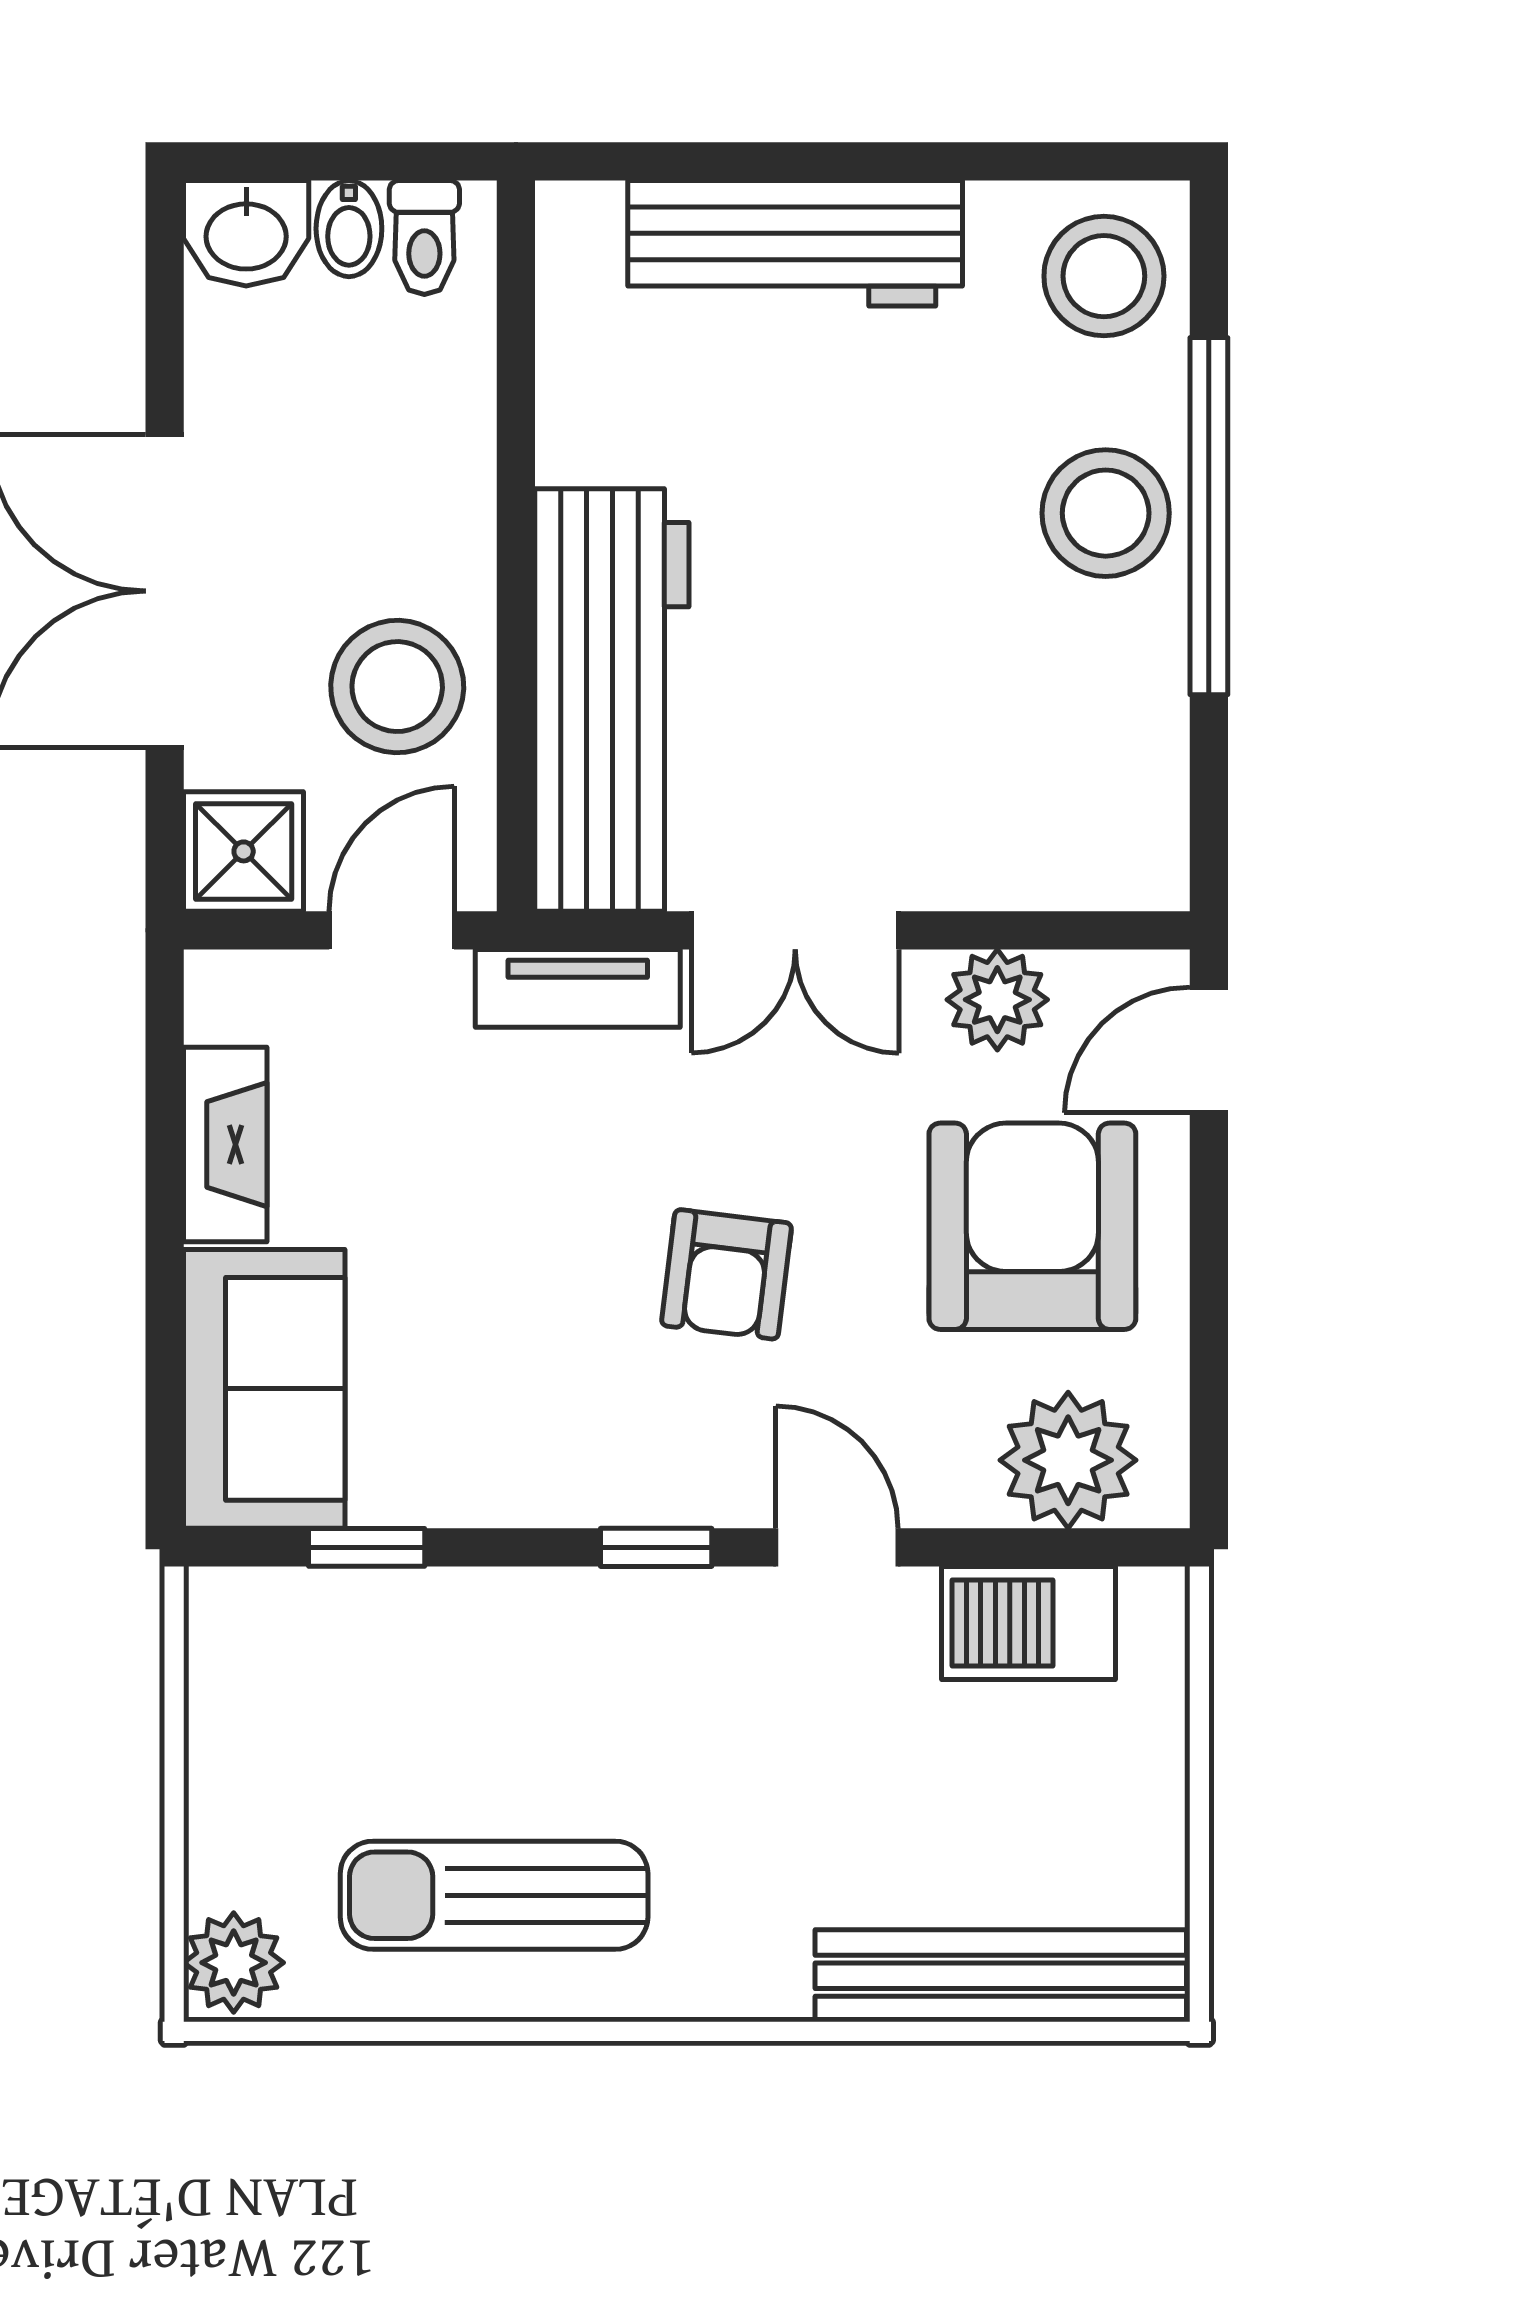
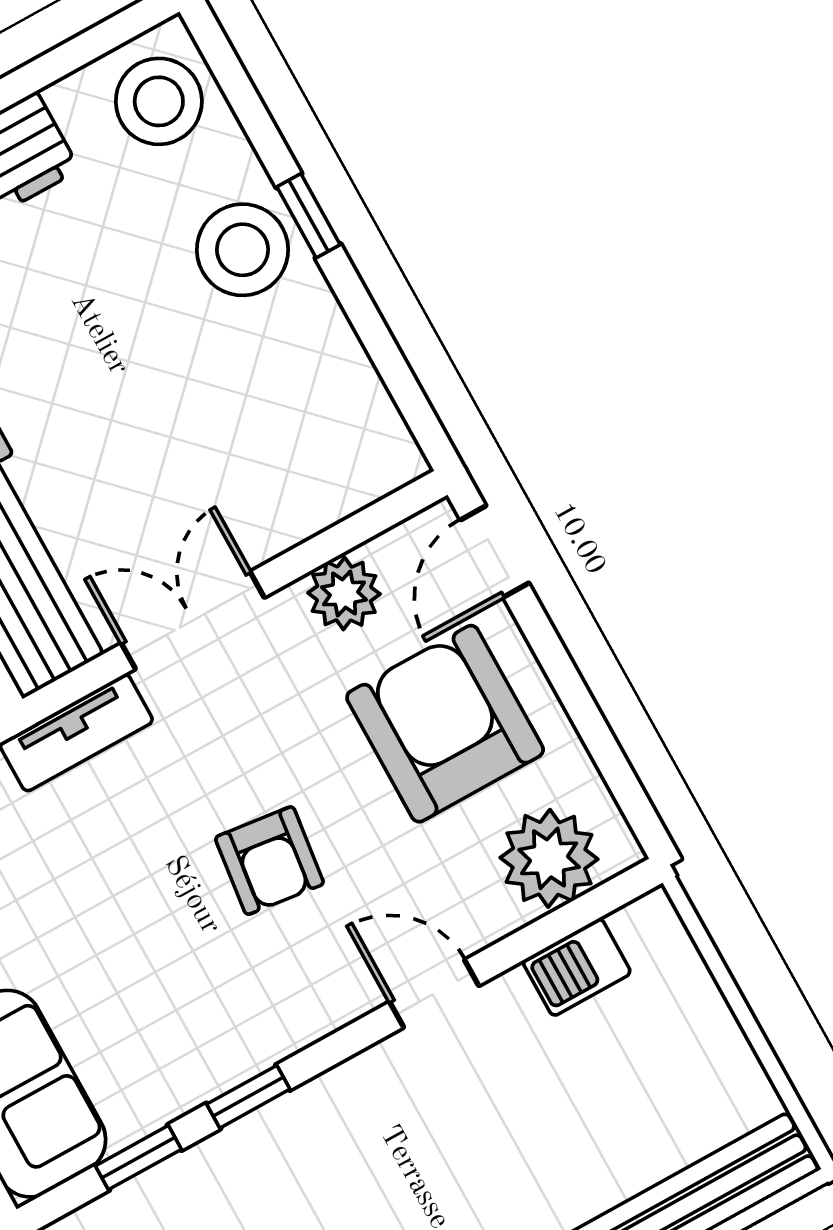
window: (1209, 516) -> (309, 216), width x0.32
double door: (795, 930) -> (193, 620), swing flipped
window: (656, 1547) -> (248, 1097), moved
barbecue: (1028, 1623) -> (577, 967), width x0.73, depth x0.79

